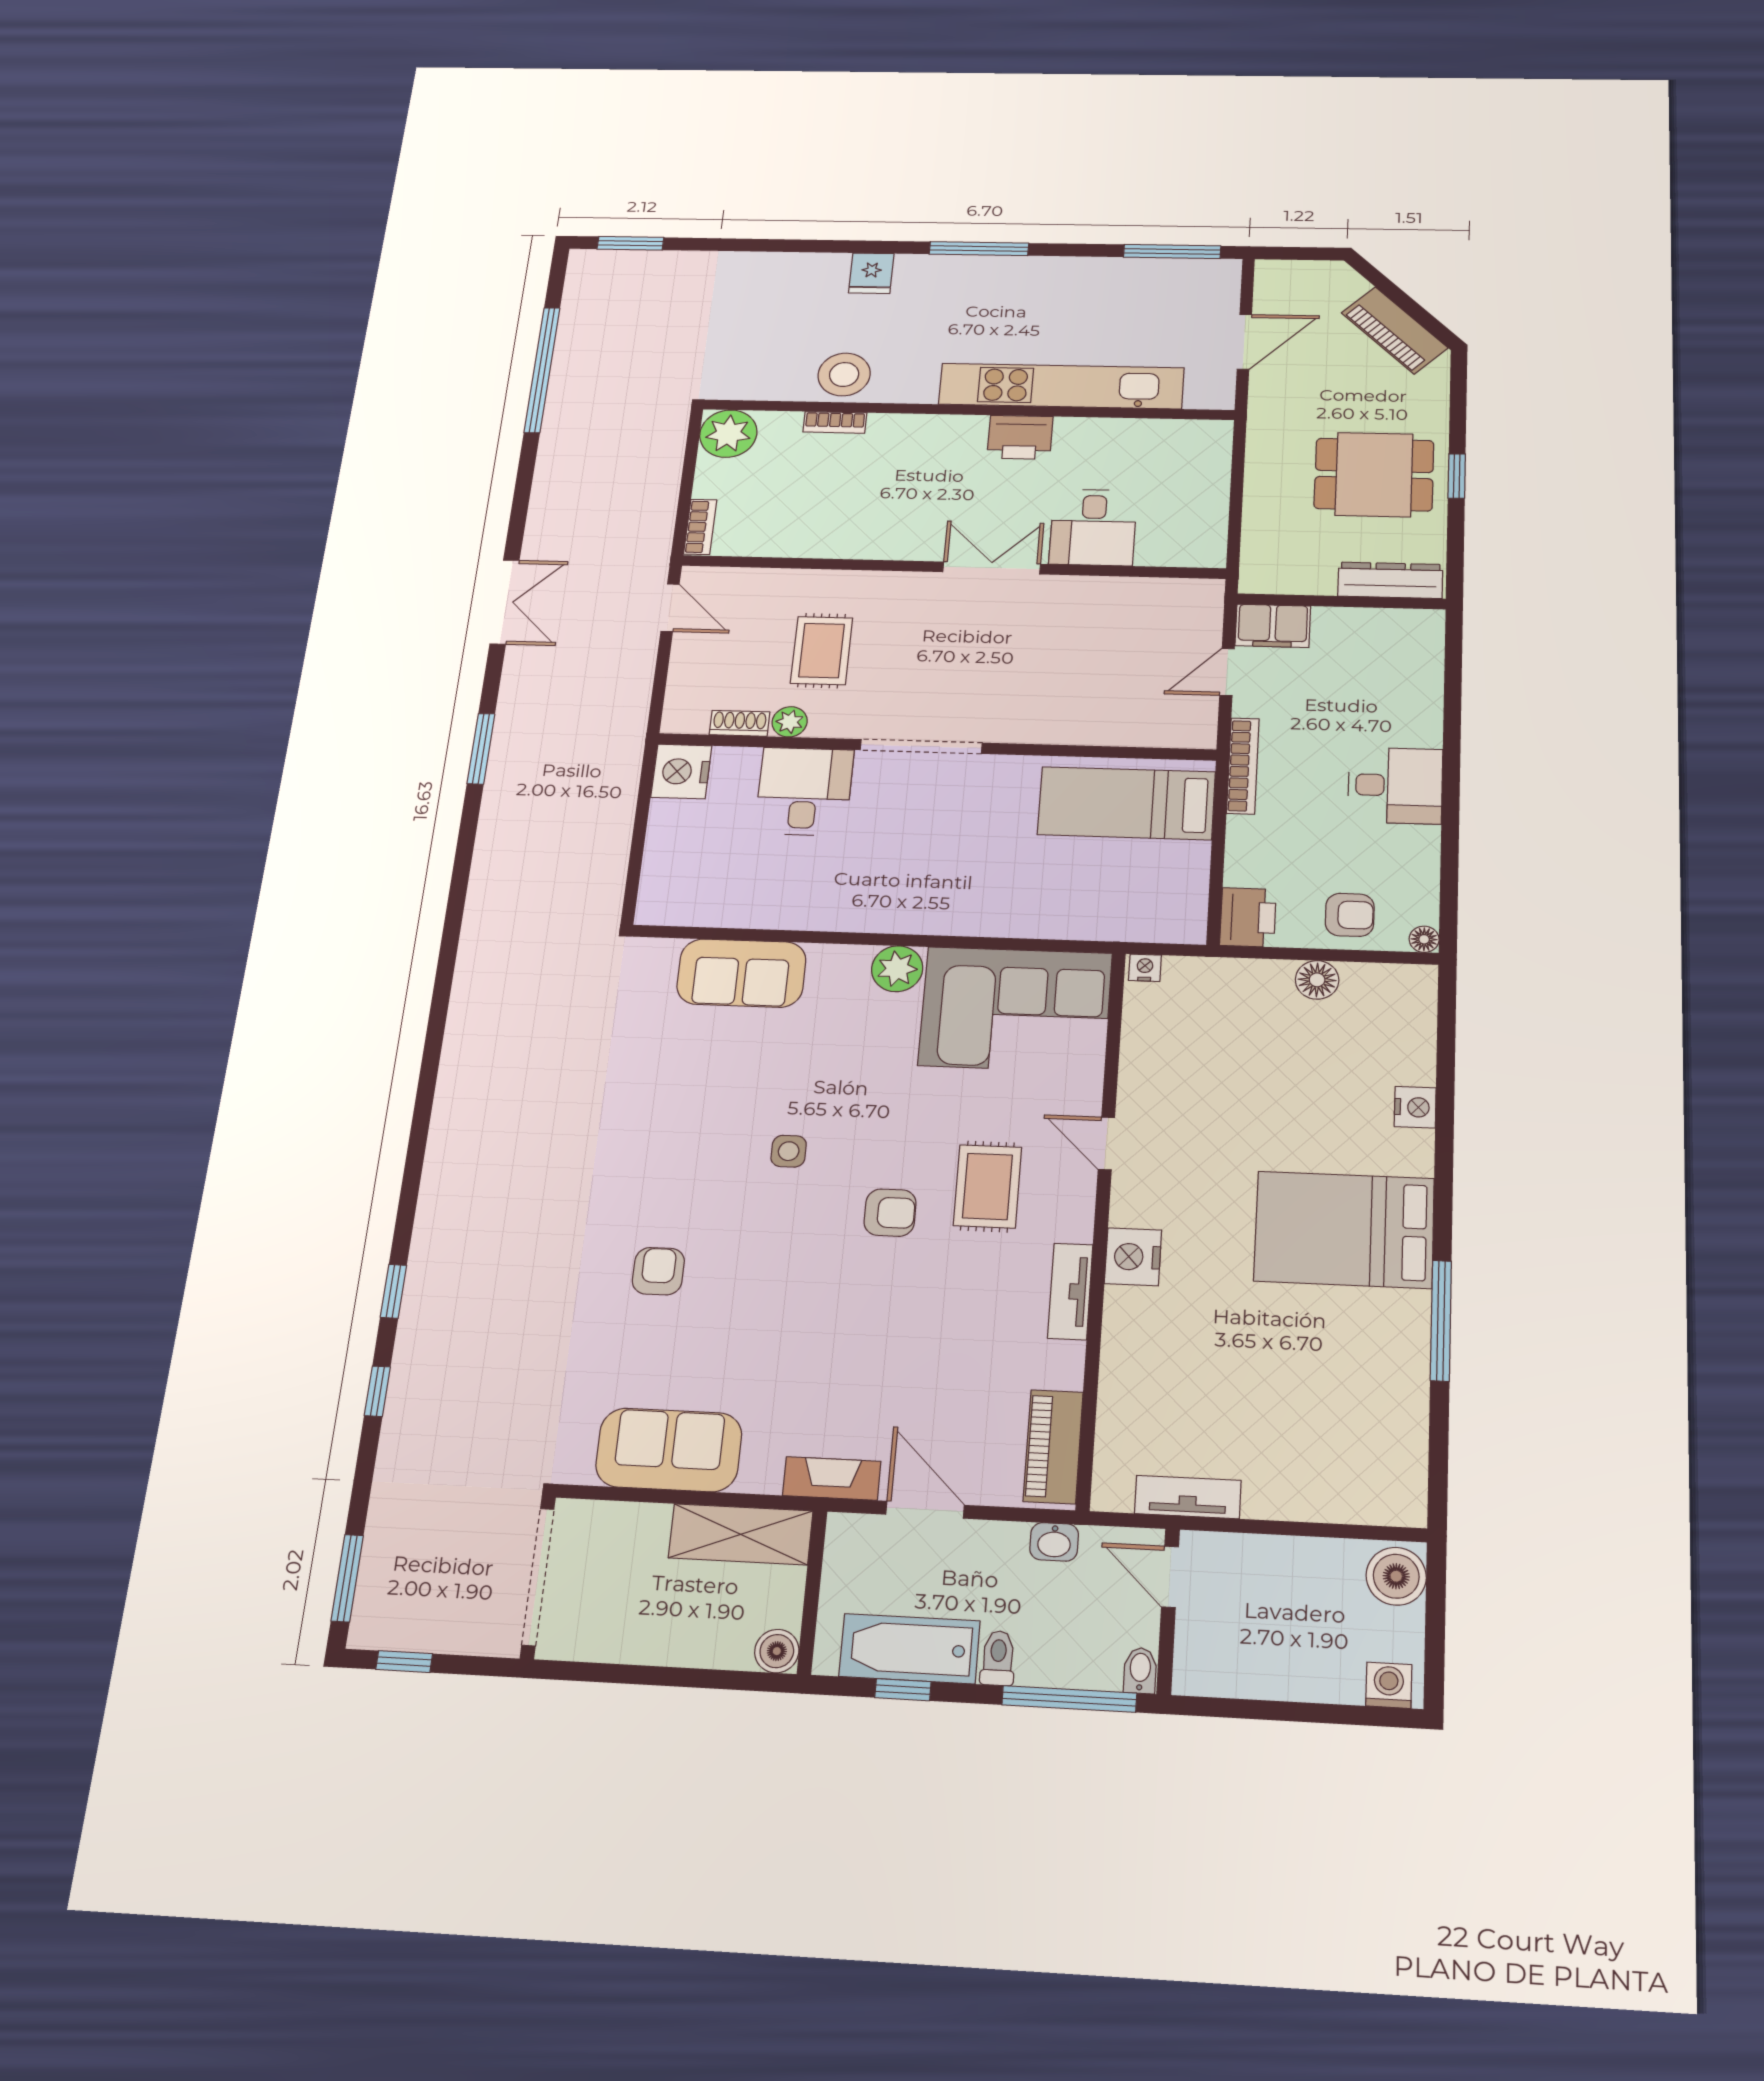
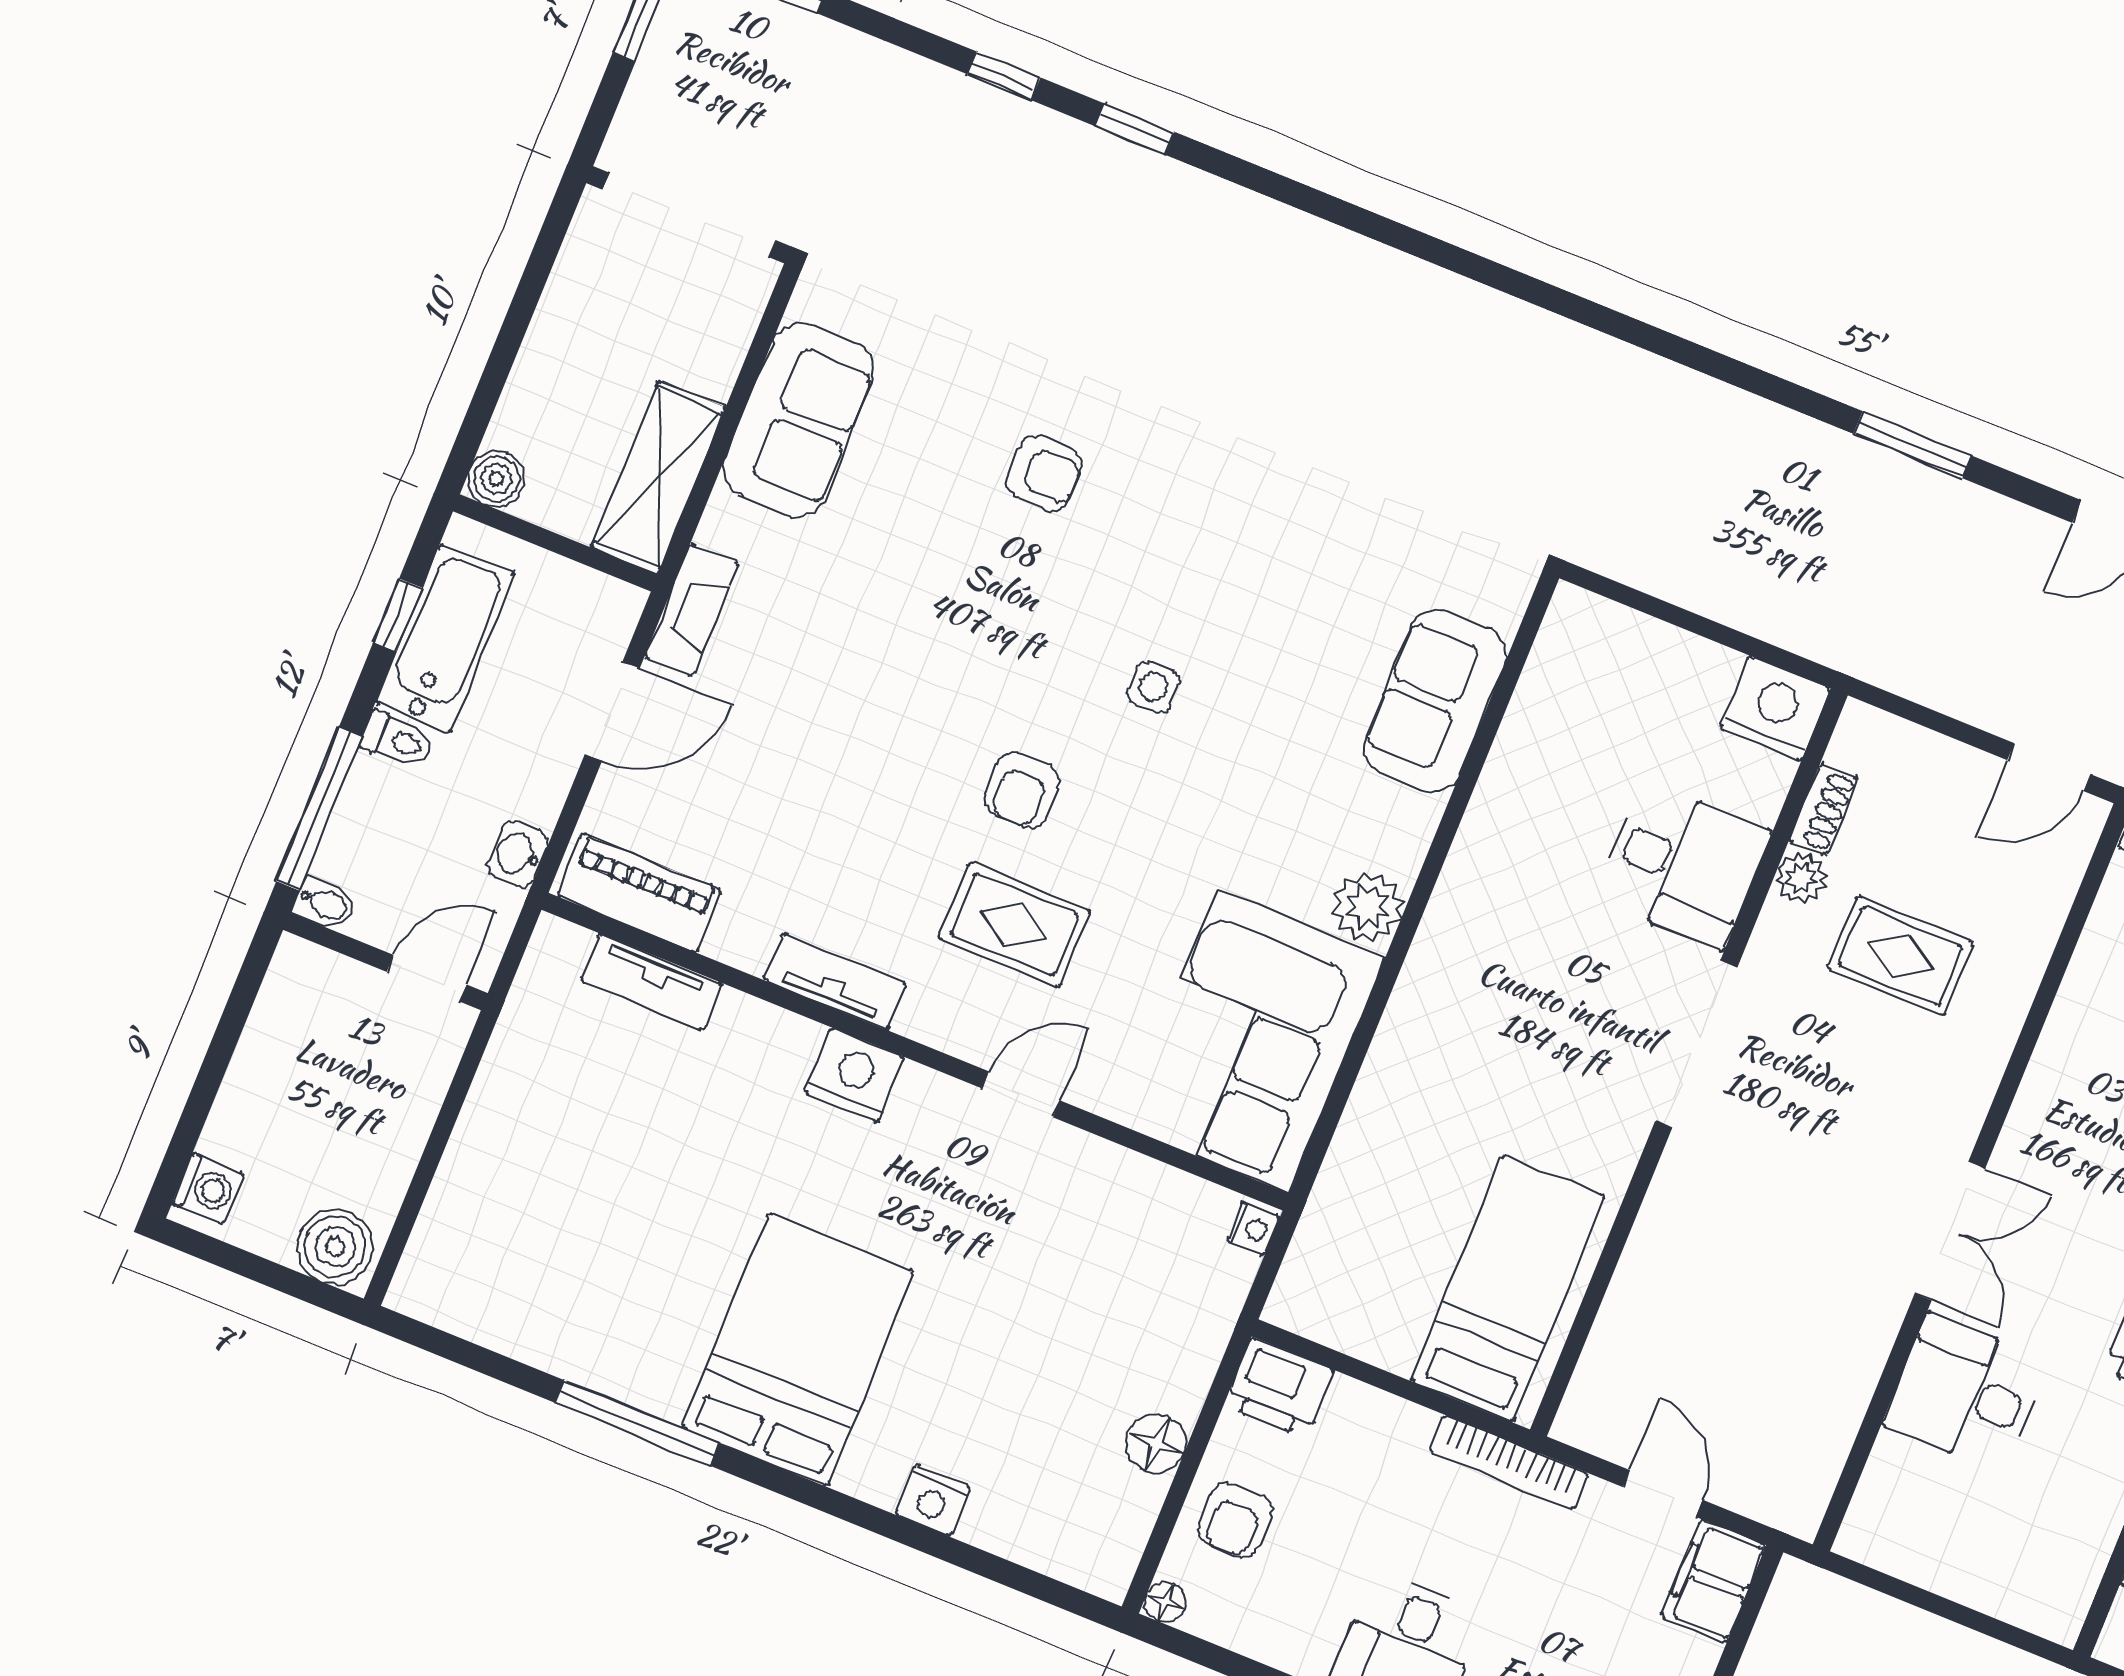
tv unit: (1188, 1497) -> (651, 982), moved, turned 90

